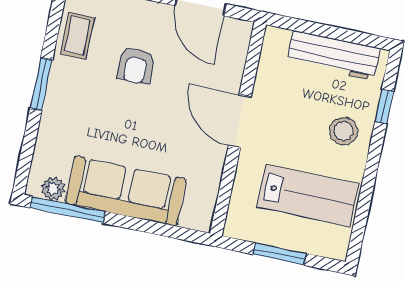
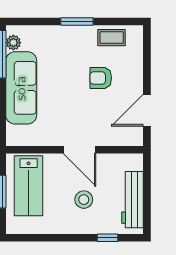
door: (240, 121) -> (80, 150), swing flipped
stool: (344, 131) -> (84, 200), moved
lab bench: (308, 195) -> (29, 186), moved

